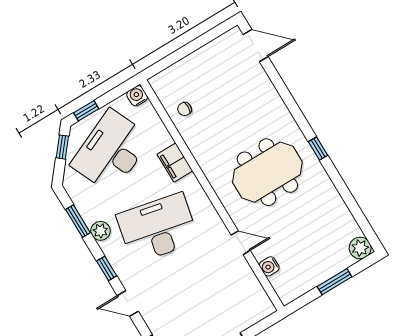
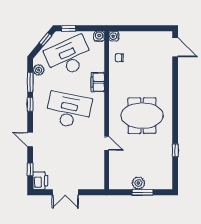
window: (318, 148) -> (175, 150), moved
plant: (100, 231) -> (39, 70), moved
plant: (360, 248) -> (138, 183), moved
water cooler: (269, 266) -> (114, 36), moved
window: (107, 268) -> (30, 104), moved

